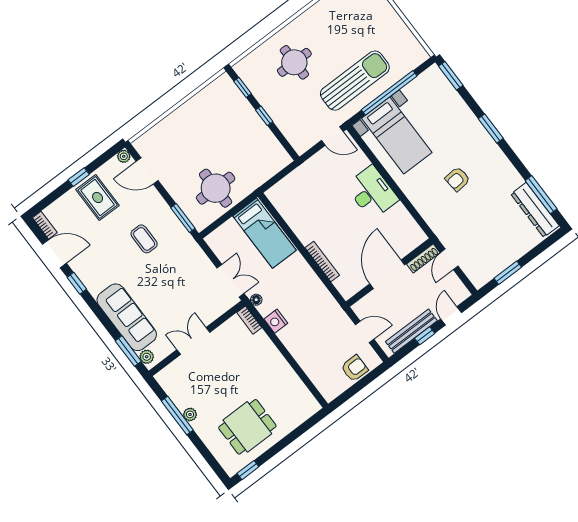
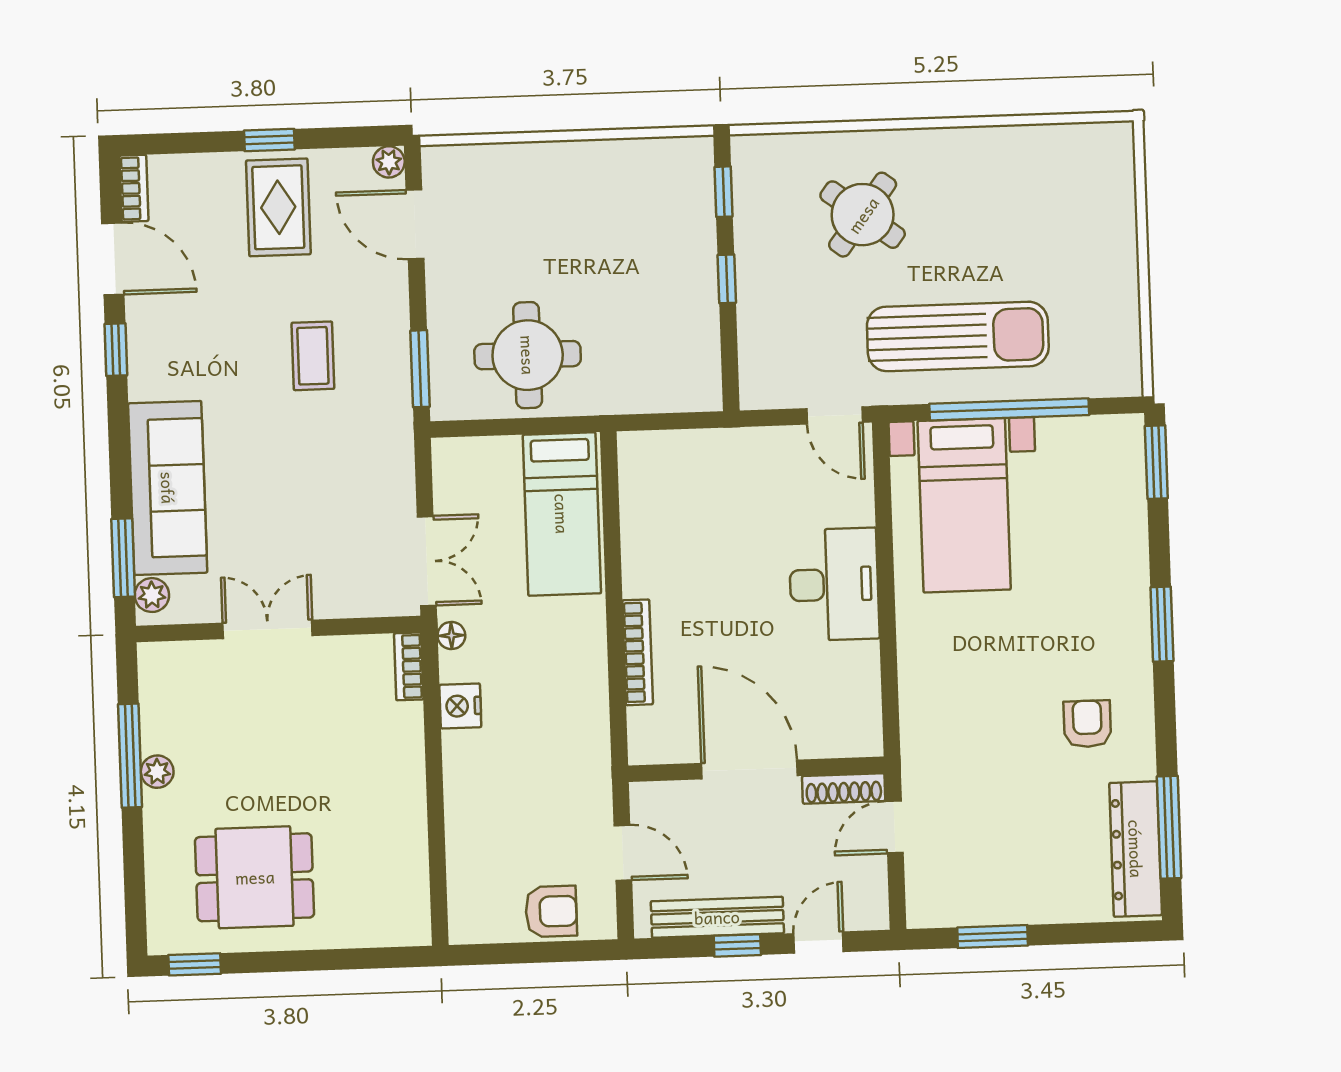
round table: (294, 62) -> (863, 215), turned 37
armchair: (457, 179) -> (1087, 724), moved, turned 95
door: (387, 274) -> (749, 769), hinge flipped

